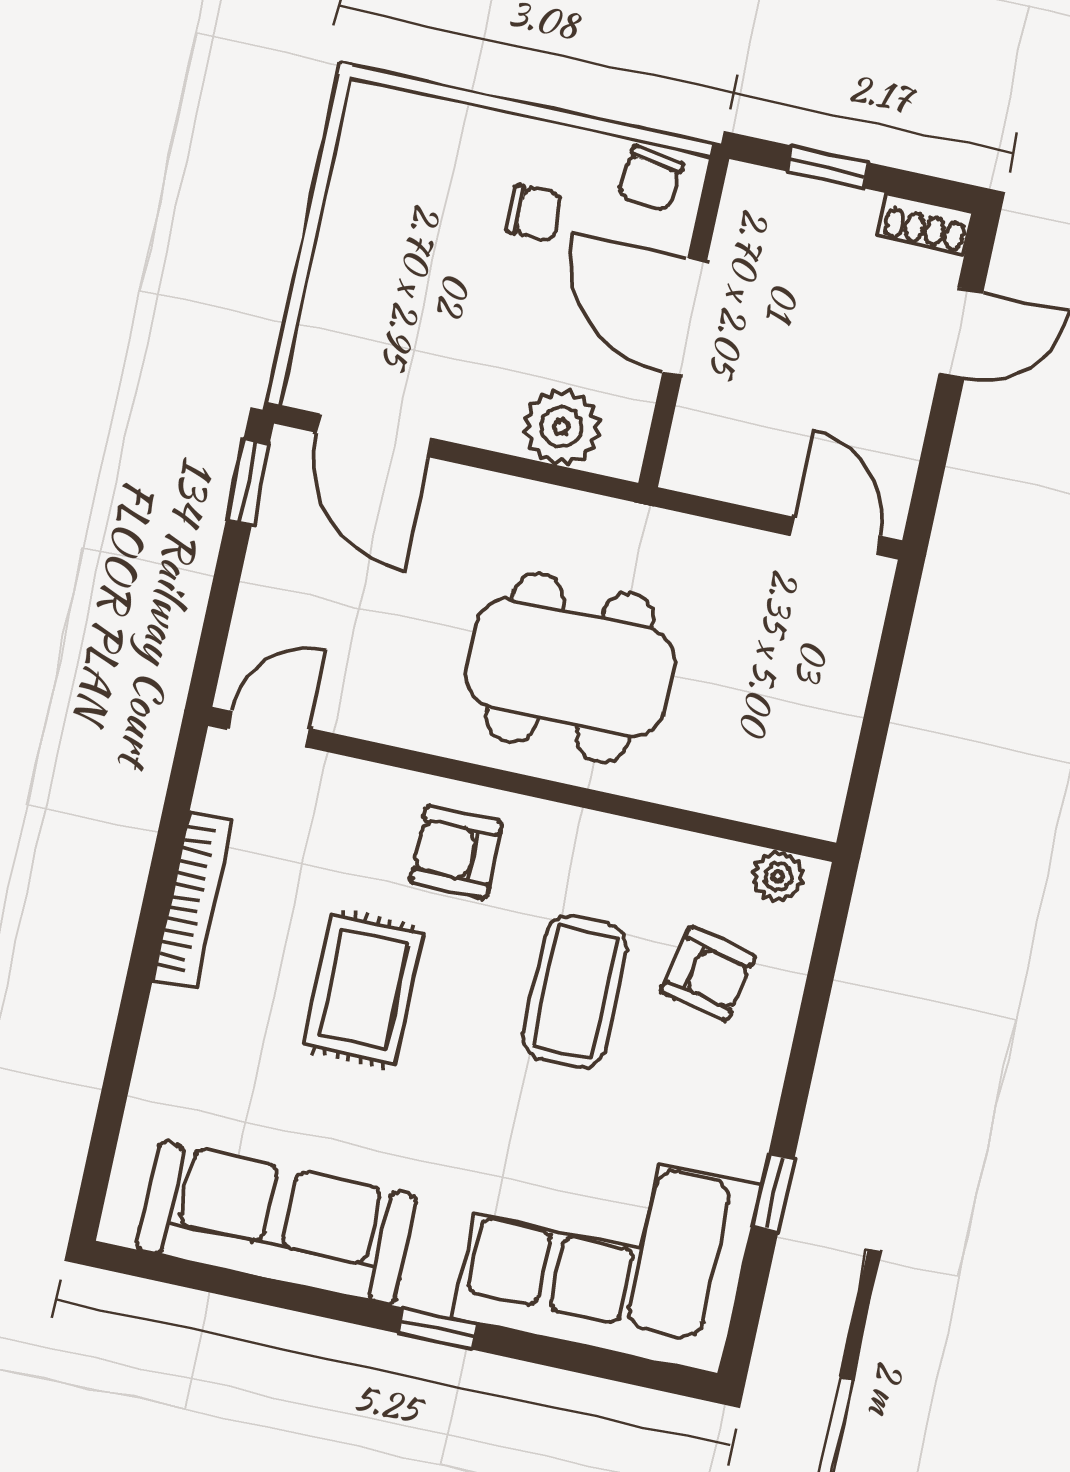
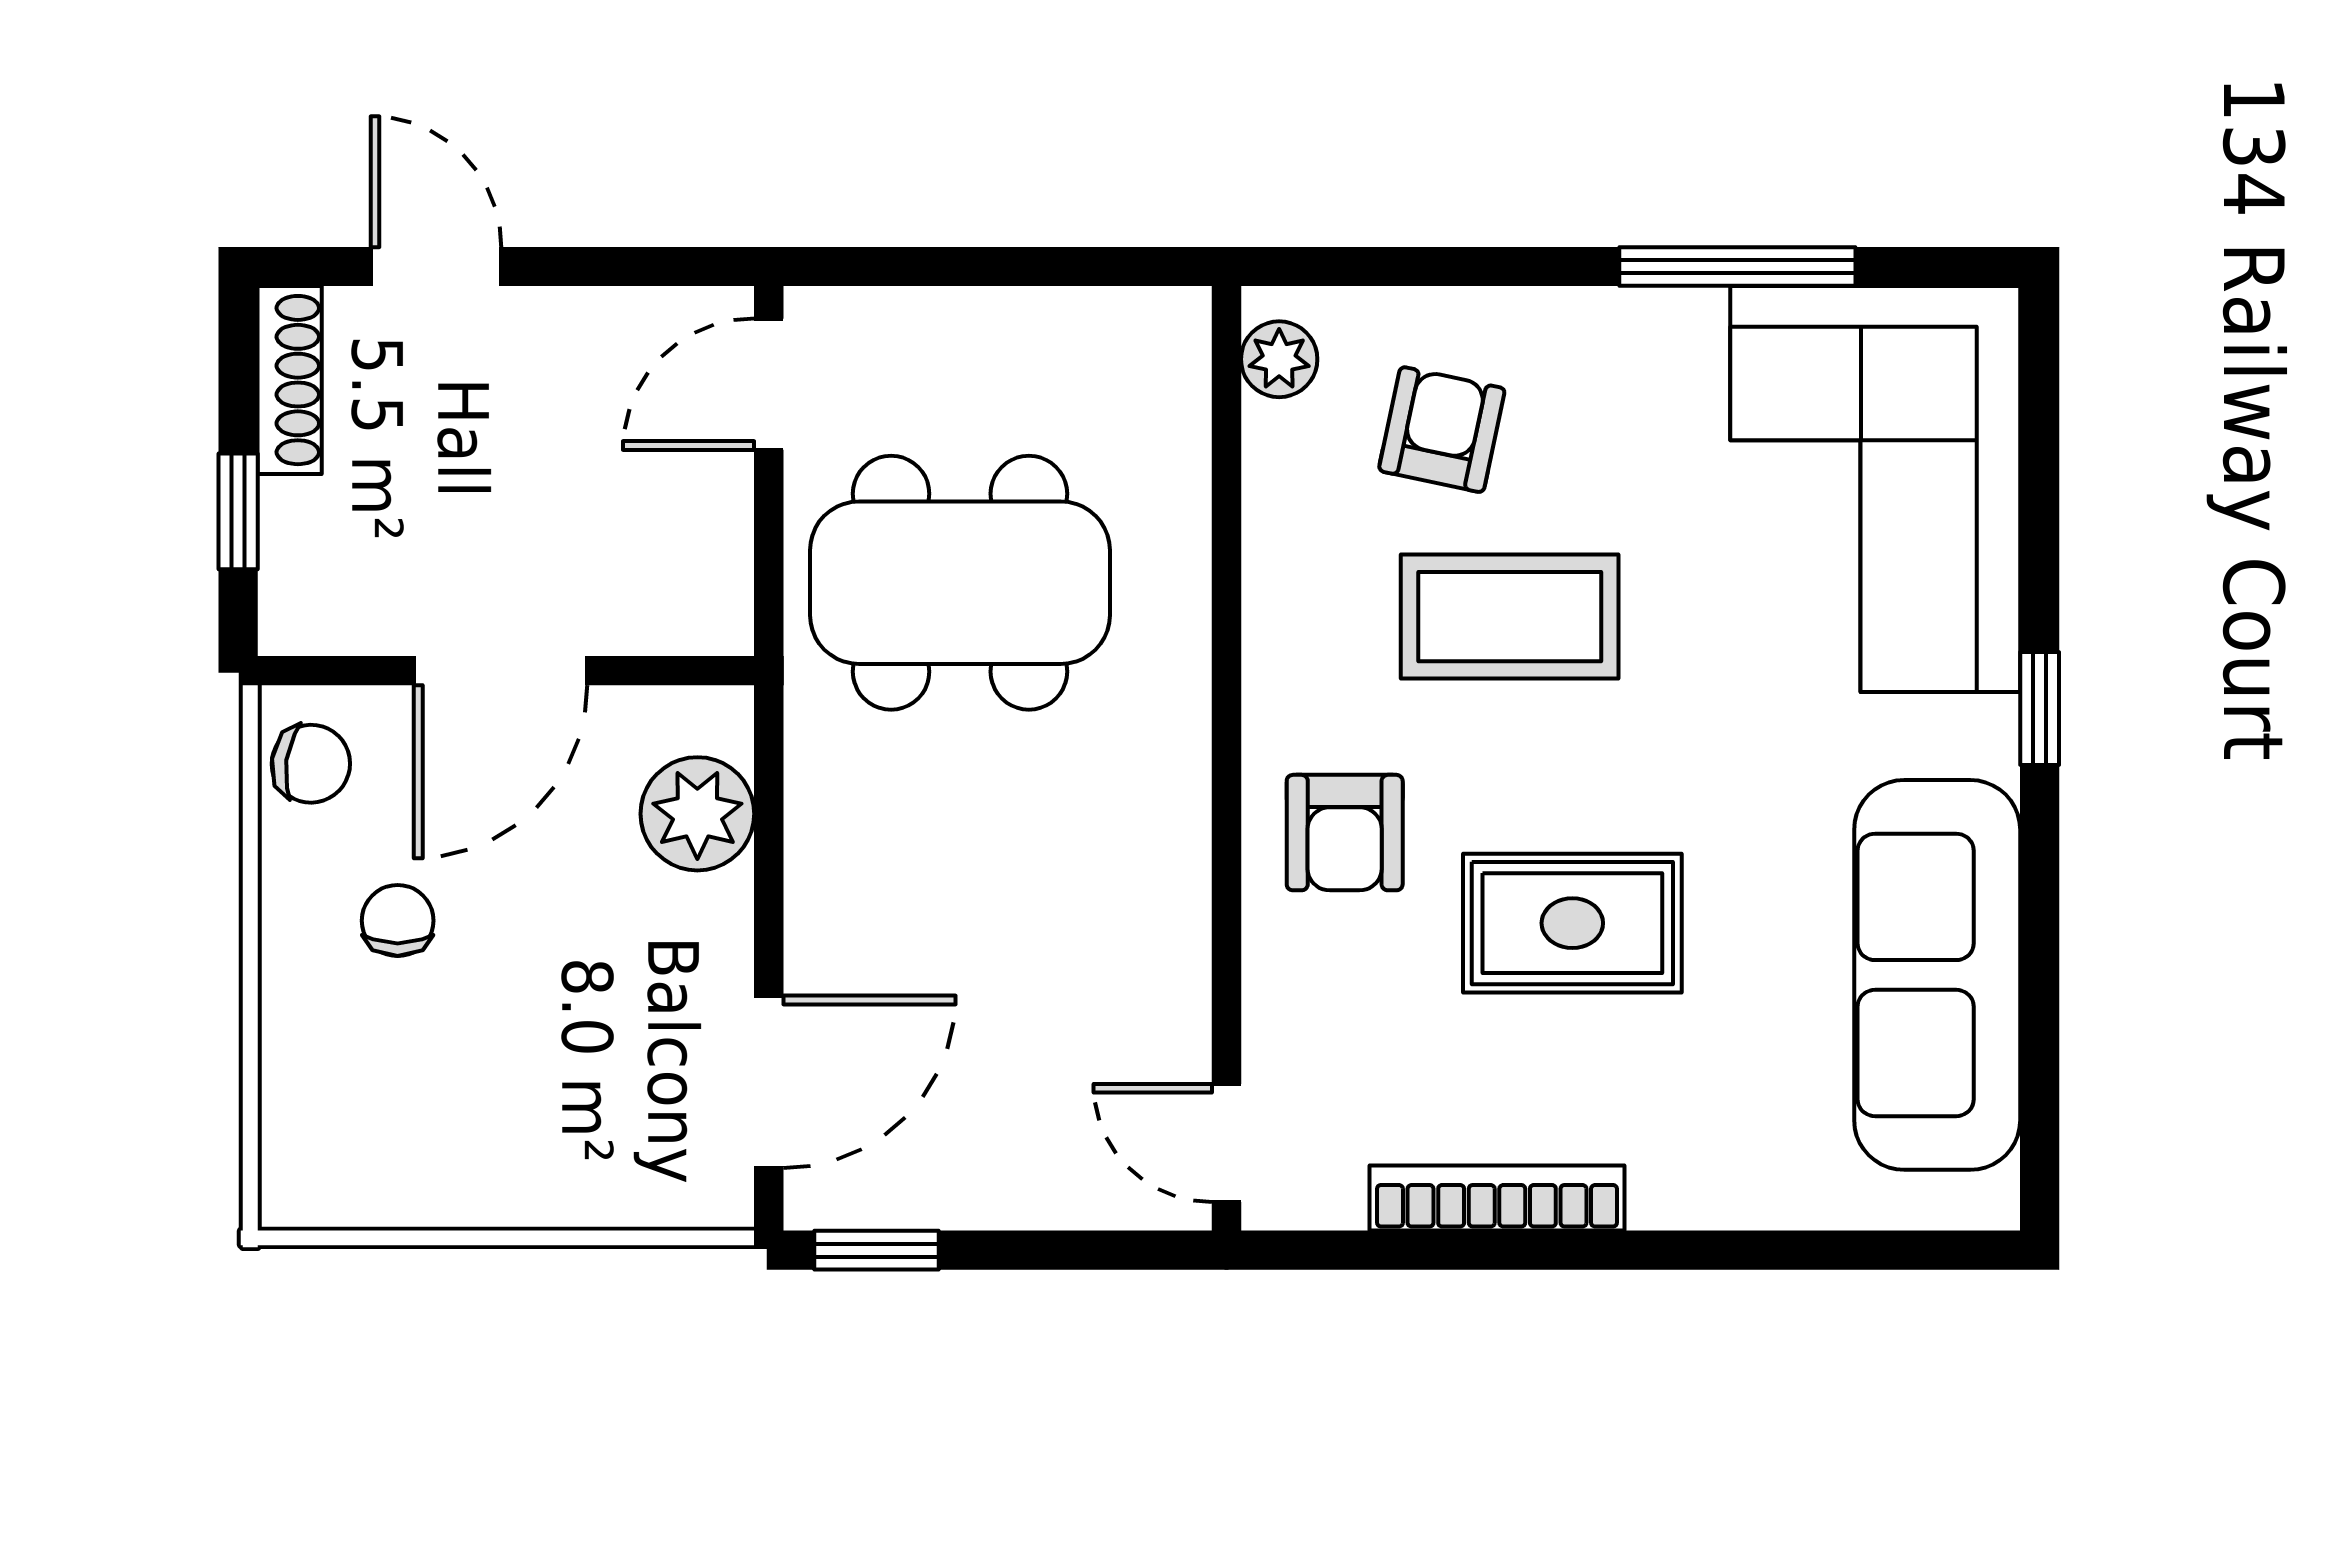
shoe rack: (926, 224) -> (290, 380), width x1.43
dining table: (570, 668) -> (960, 583), moved, turned 90
window: (773, 1193) -> (1737, 267), width x2.17

